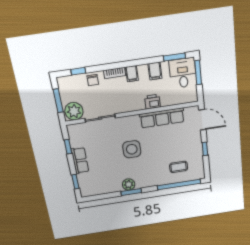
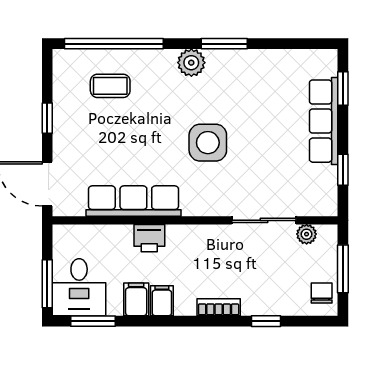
window: (78, 71) -> (266, 321), moved
filing cabinet: (132, 74) -> (162, 301), moved
chair: (93, 80) -> (322, 293), moved
plant: (74, 111) -> (307, 234), width x0.53, depth x0.53
row of seats: (80, 161) -> (324, 121), width x1.48
plant: (129, 184) -> (191, 63), moved

